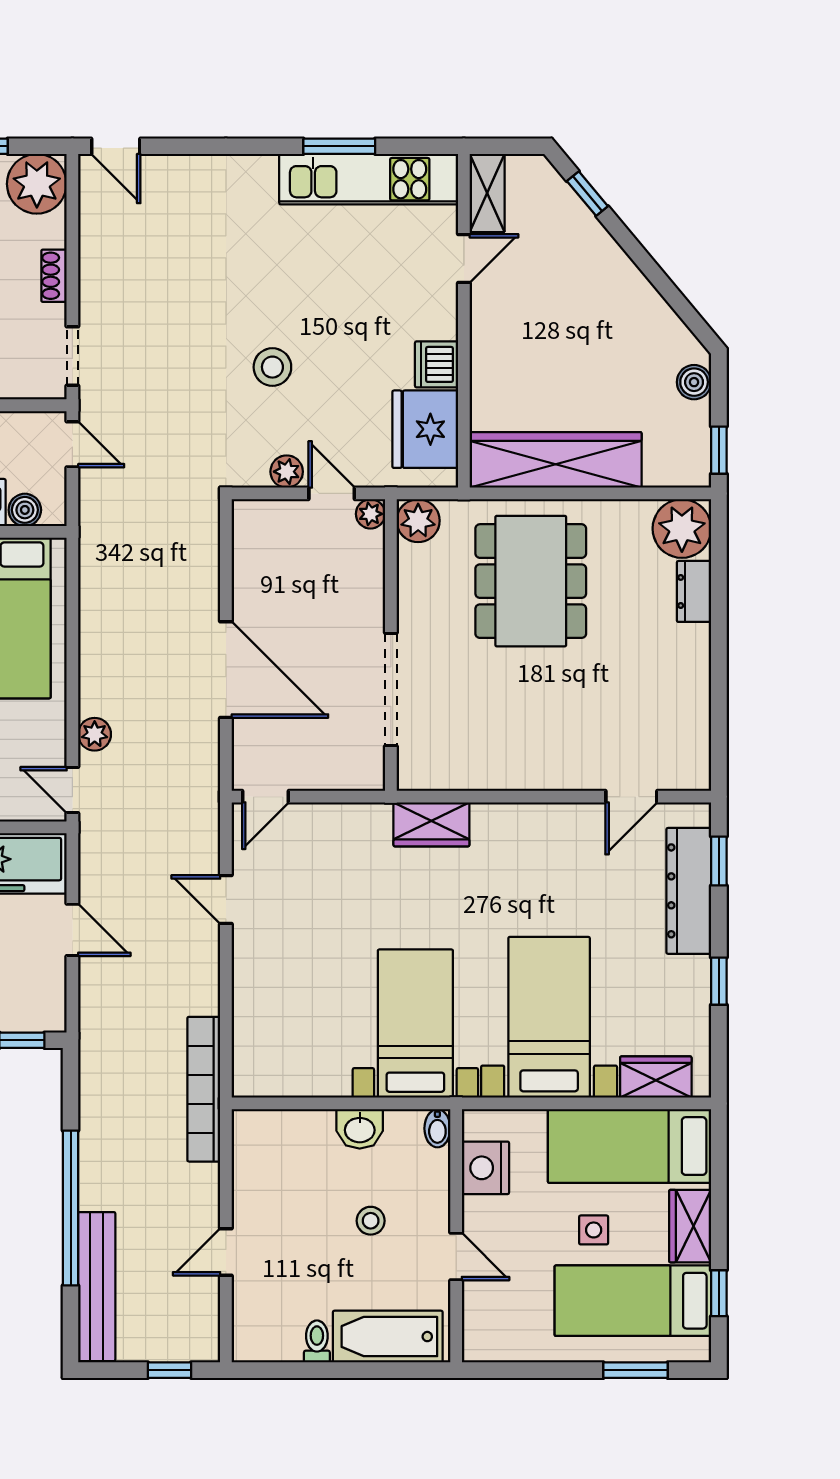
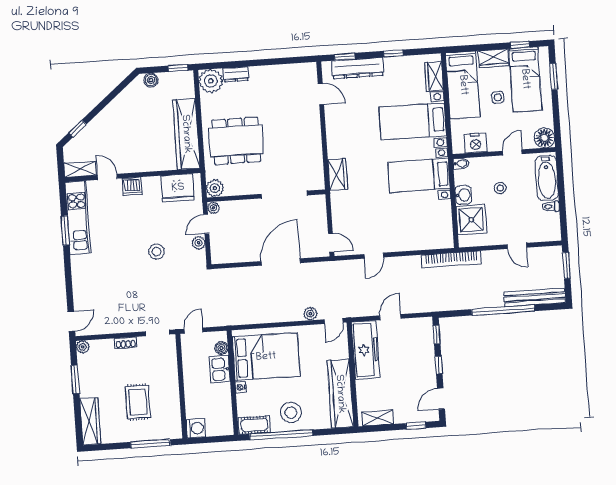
plant: (37, 184) -> (83, 347), width x0.53, depth x0.53
dishwasher: (436, 364) -> (132, 186), moved
shower: (298, 1145) -> (471, 220), added
floor lamp: (487, 1338) -> (544, 138), added
window: (170, 1370) -> (566, 266), width x1.50

